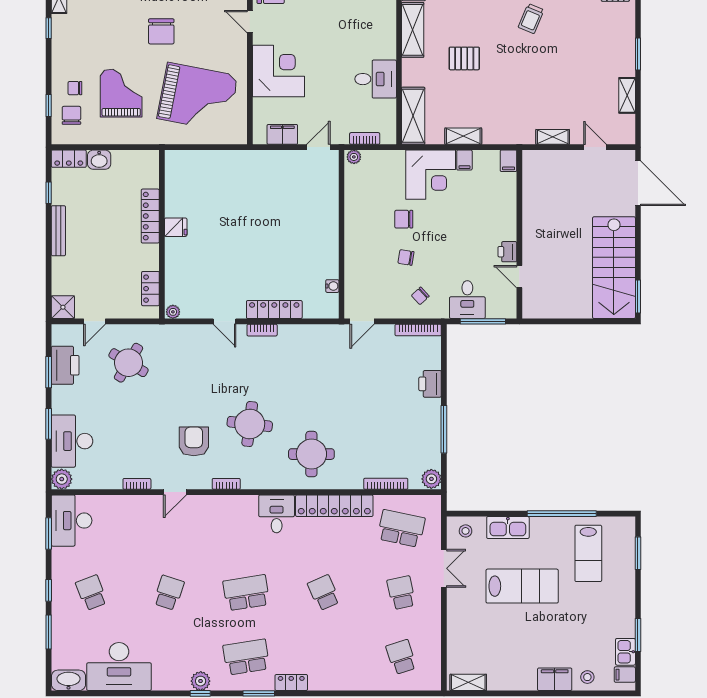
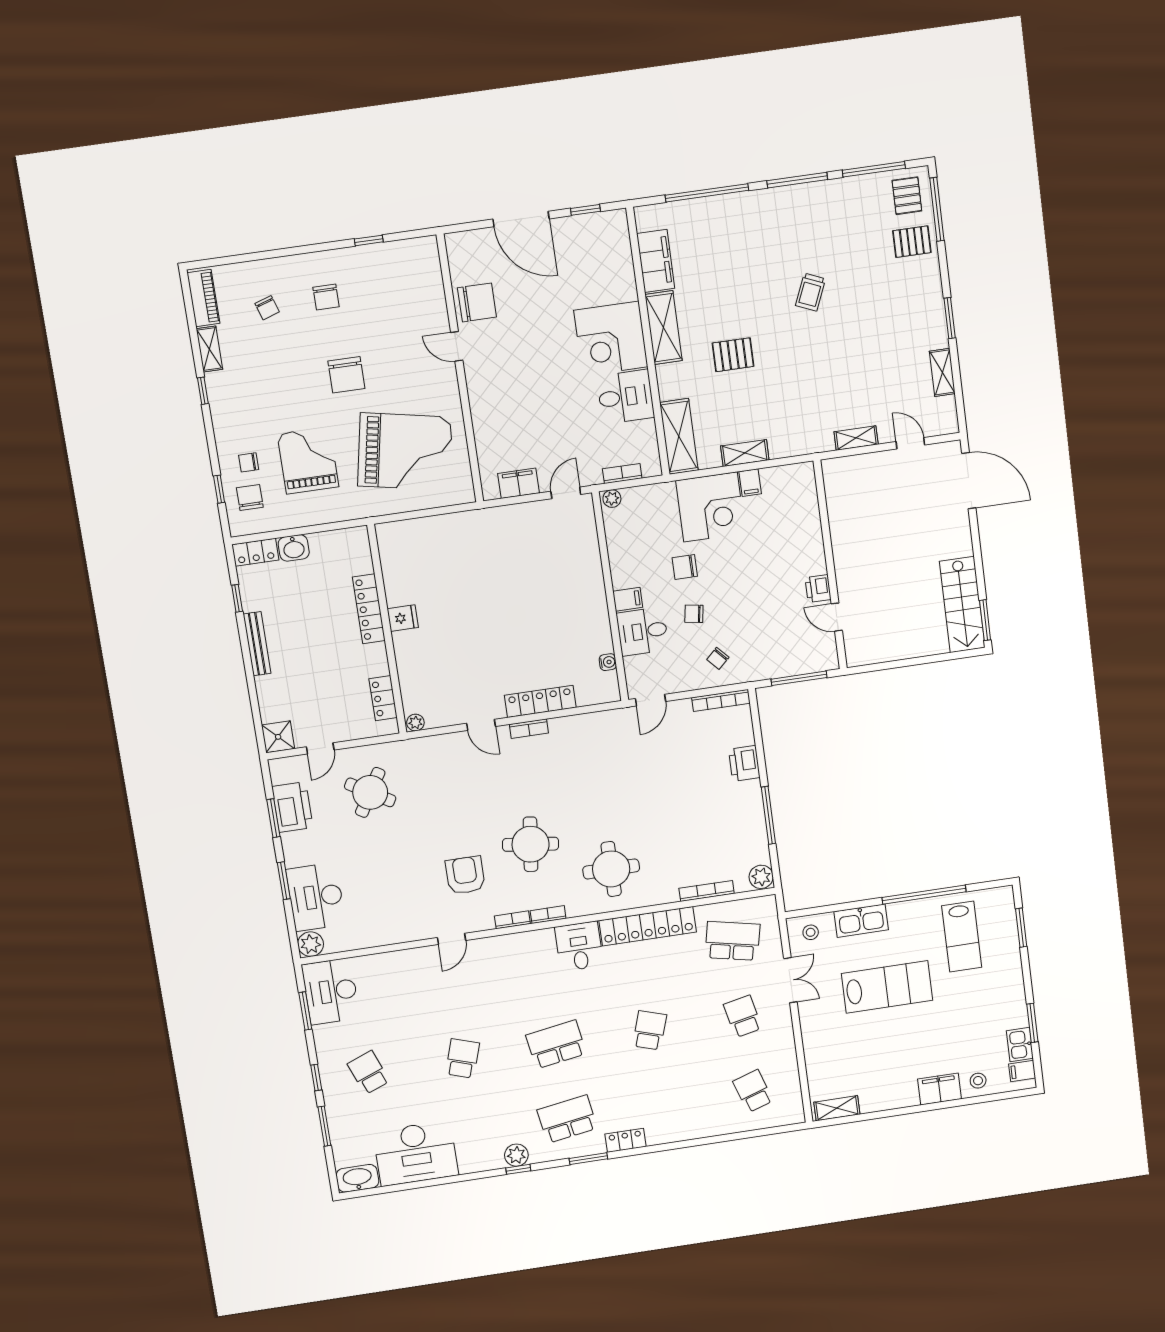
corner desk: (278, 71) -> (611, 339), moved, turned 180
filing cabinet: (509, 161) -> (628, 599), moved, turned -90
stairs: (614, 268) -> (962, 605), width x0.73, depth x0.66
desk: (467, 300) -> (642, 631), moved, turned 90
bookcase: (137, 484) -> (548, 915), moved
school desk: (324, 593) -> (650, 1030), turned 42

